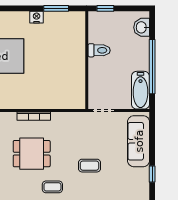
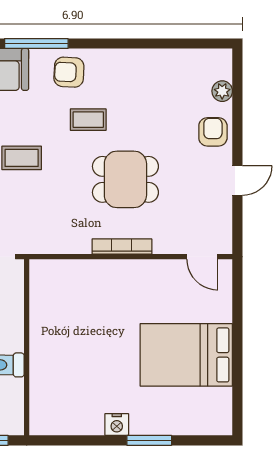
window: (56, 8) -> (149, 440), moved

